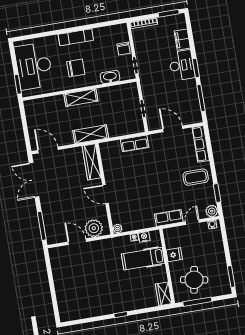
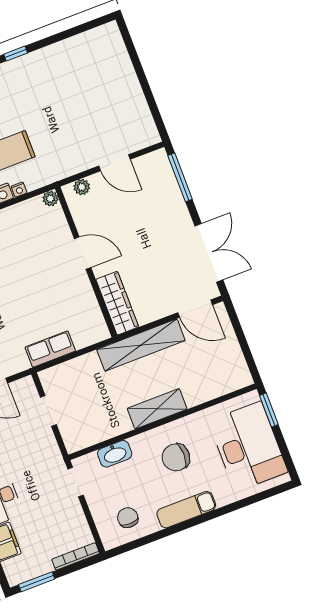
chair: (124, 49) -> (128, 518), moved
shelving: (91, 134) -> (141, 345), width x1.47
plant: (94, 228) -> (82, 187), width x0.53, depth x0.53

